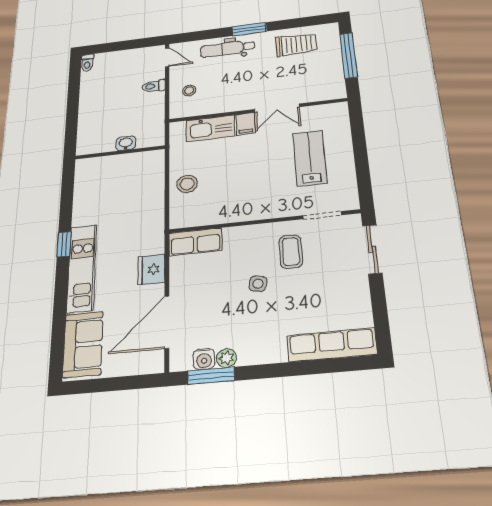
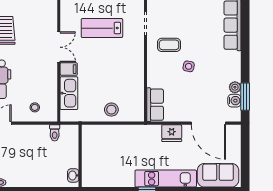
toilet: (154, 86) -> (55, 133), moved
washbasin: (126, 143) -> (73, 175), moved

